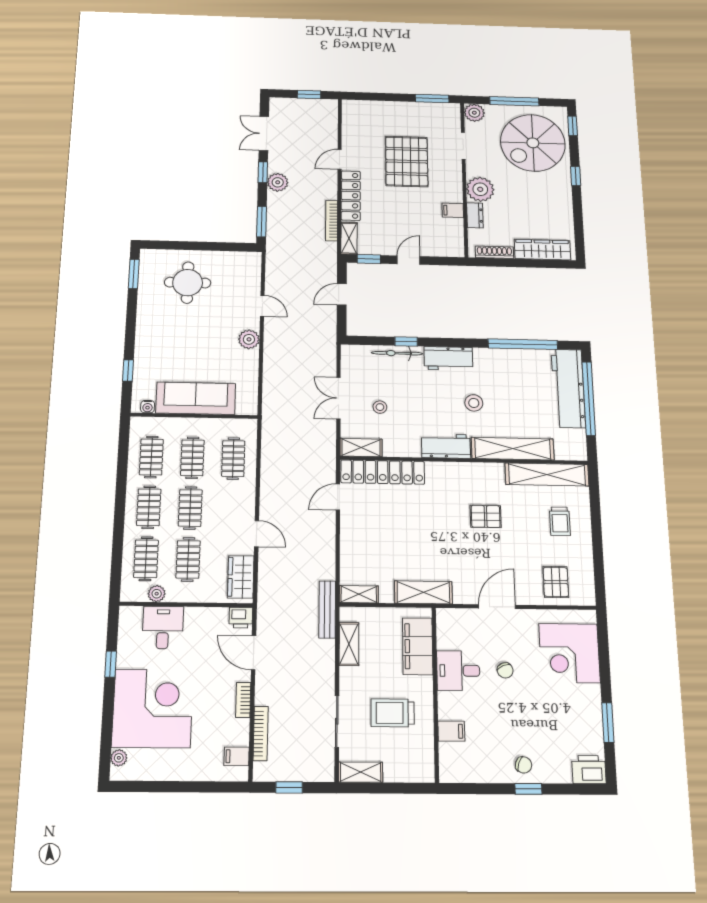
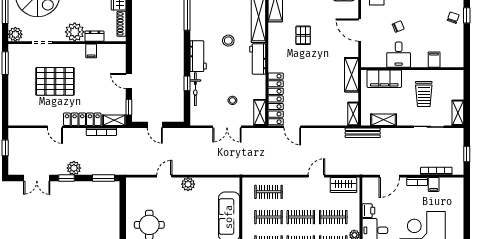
printer: (241, 618) -> (368, 211), moved
filing cabinet: (237, 756) -> (434, 185), moved

